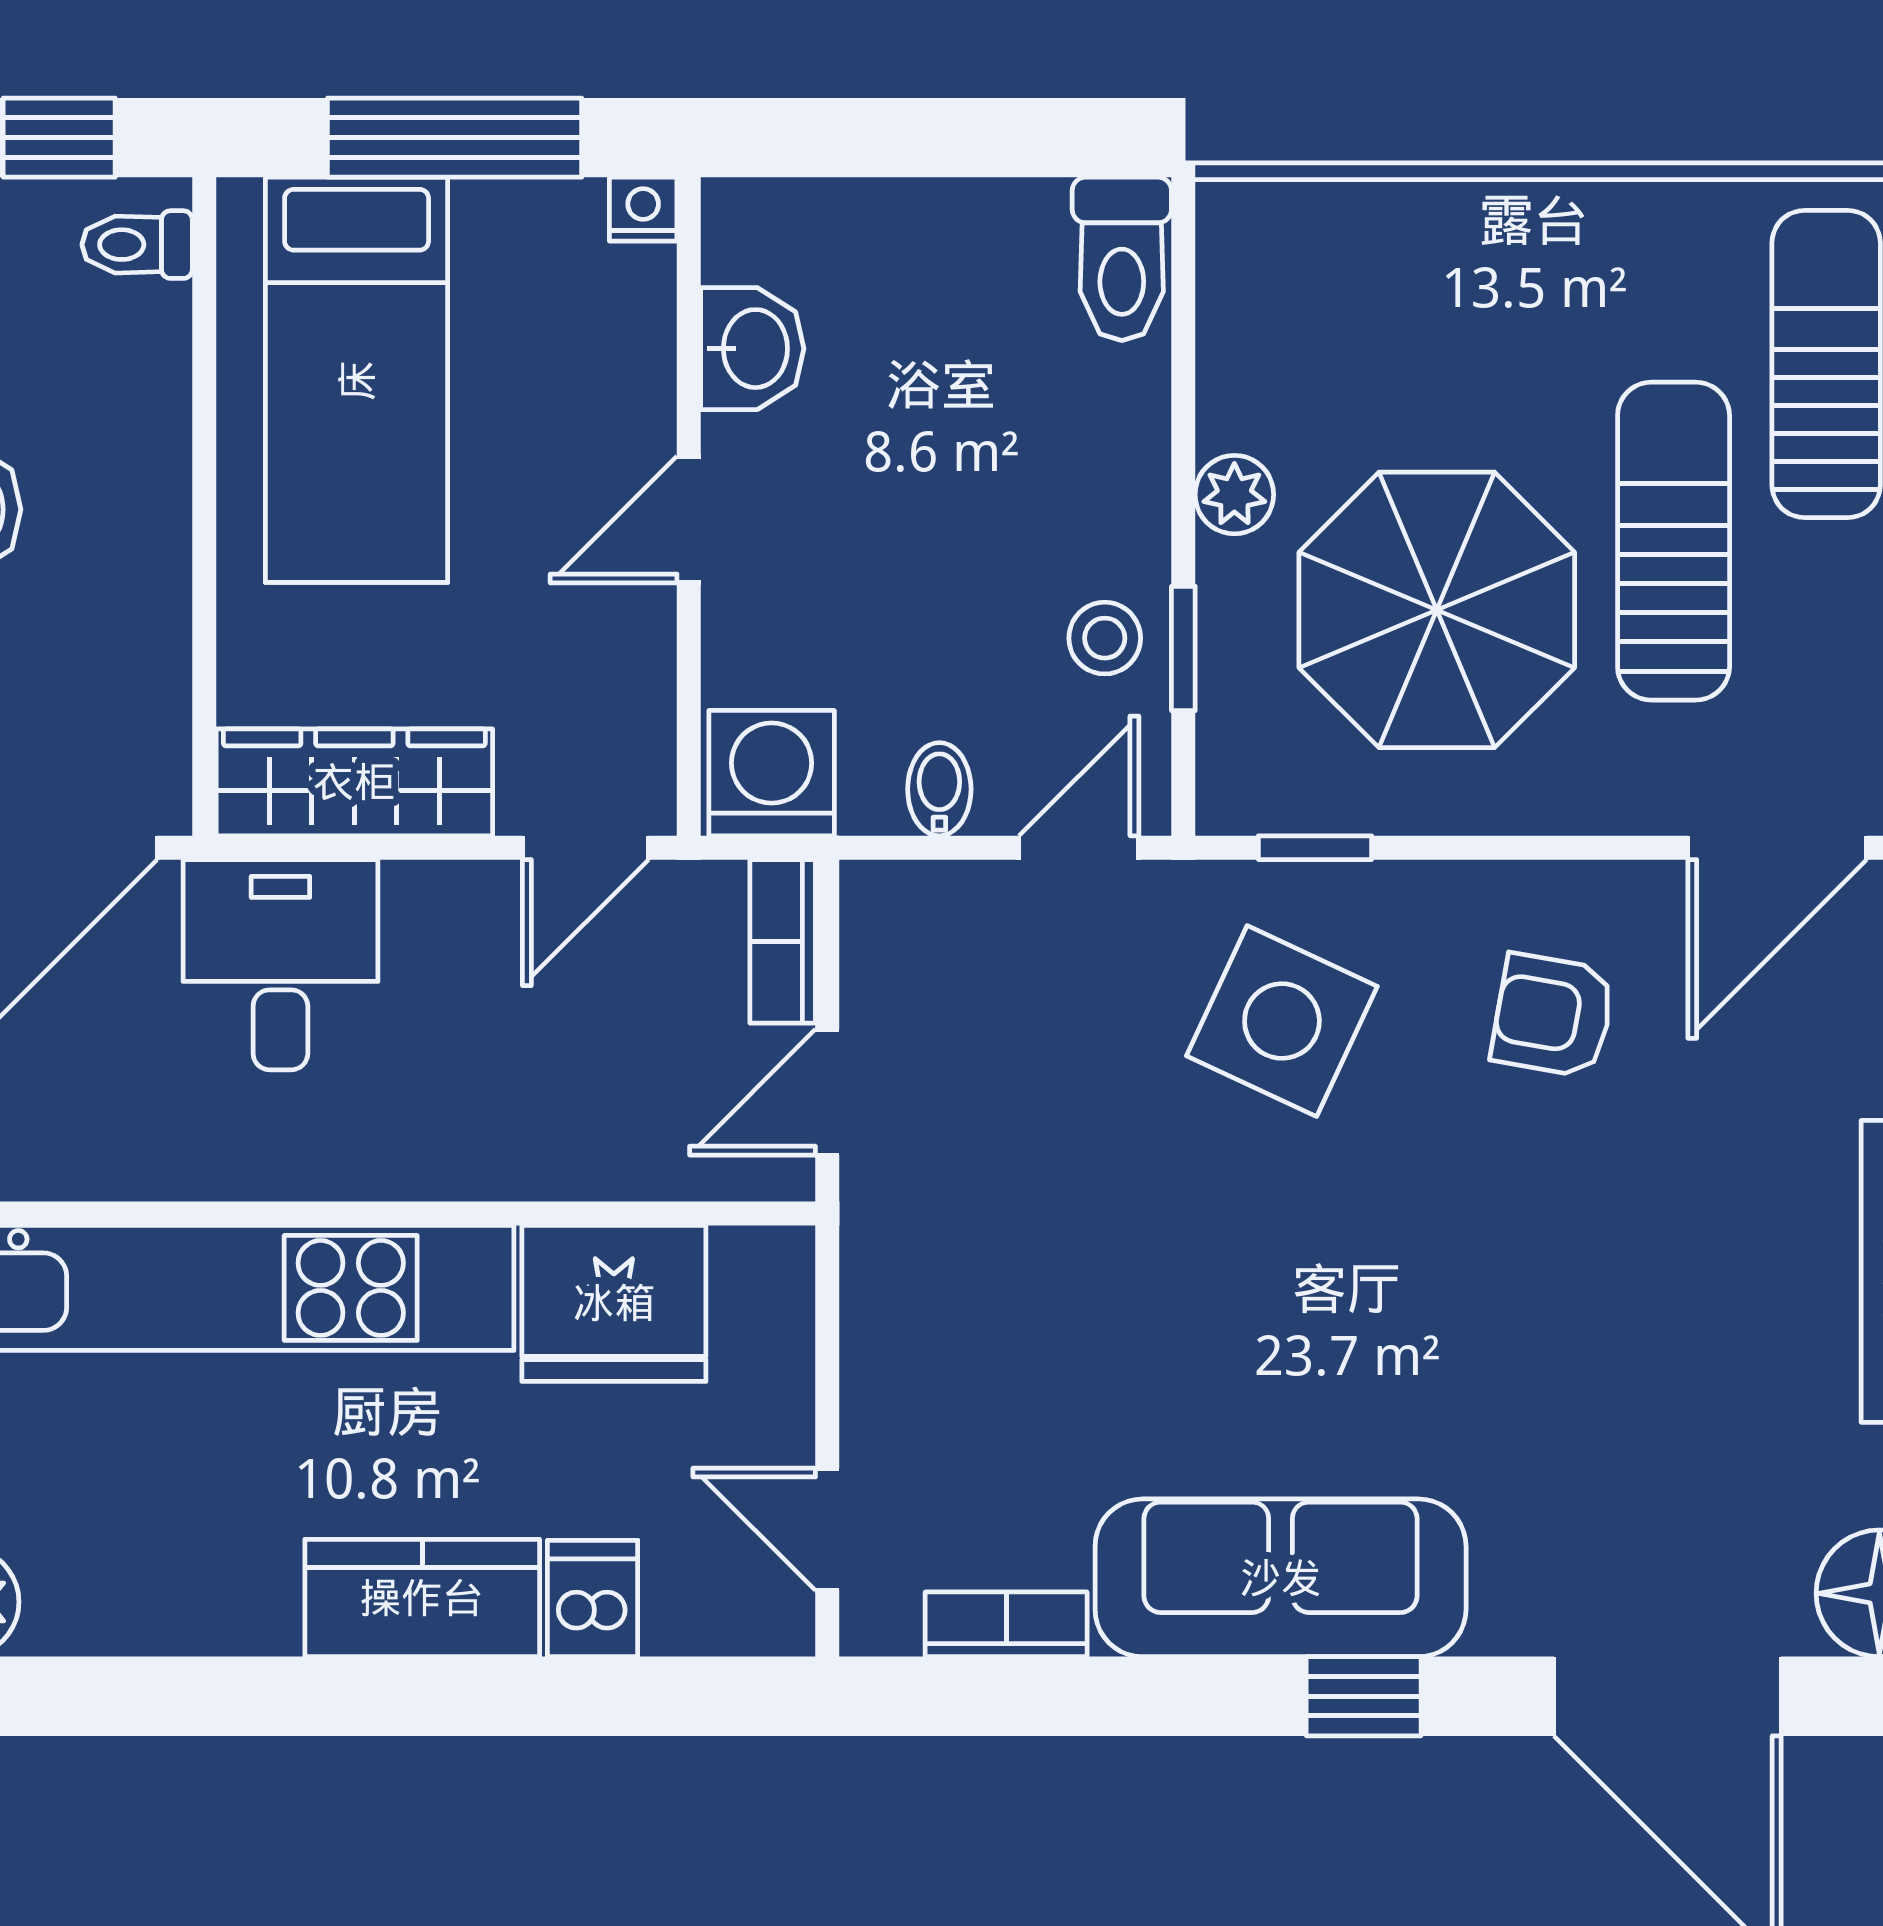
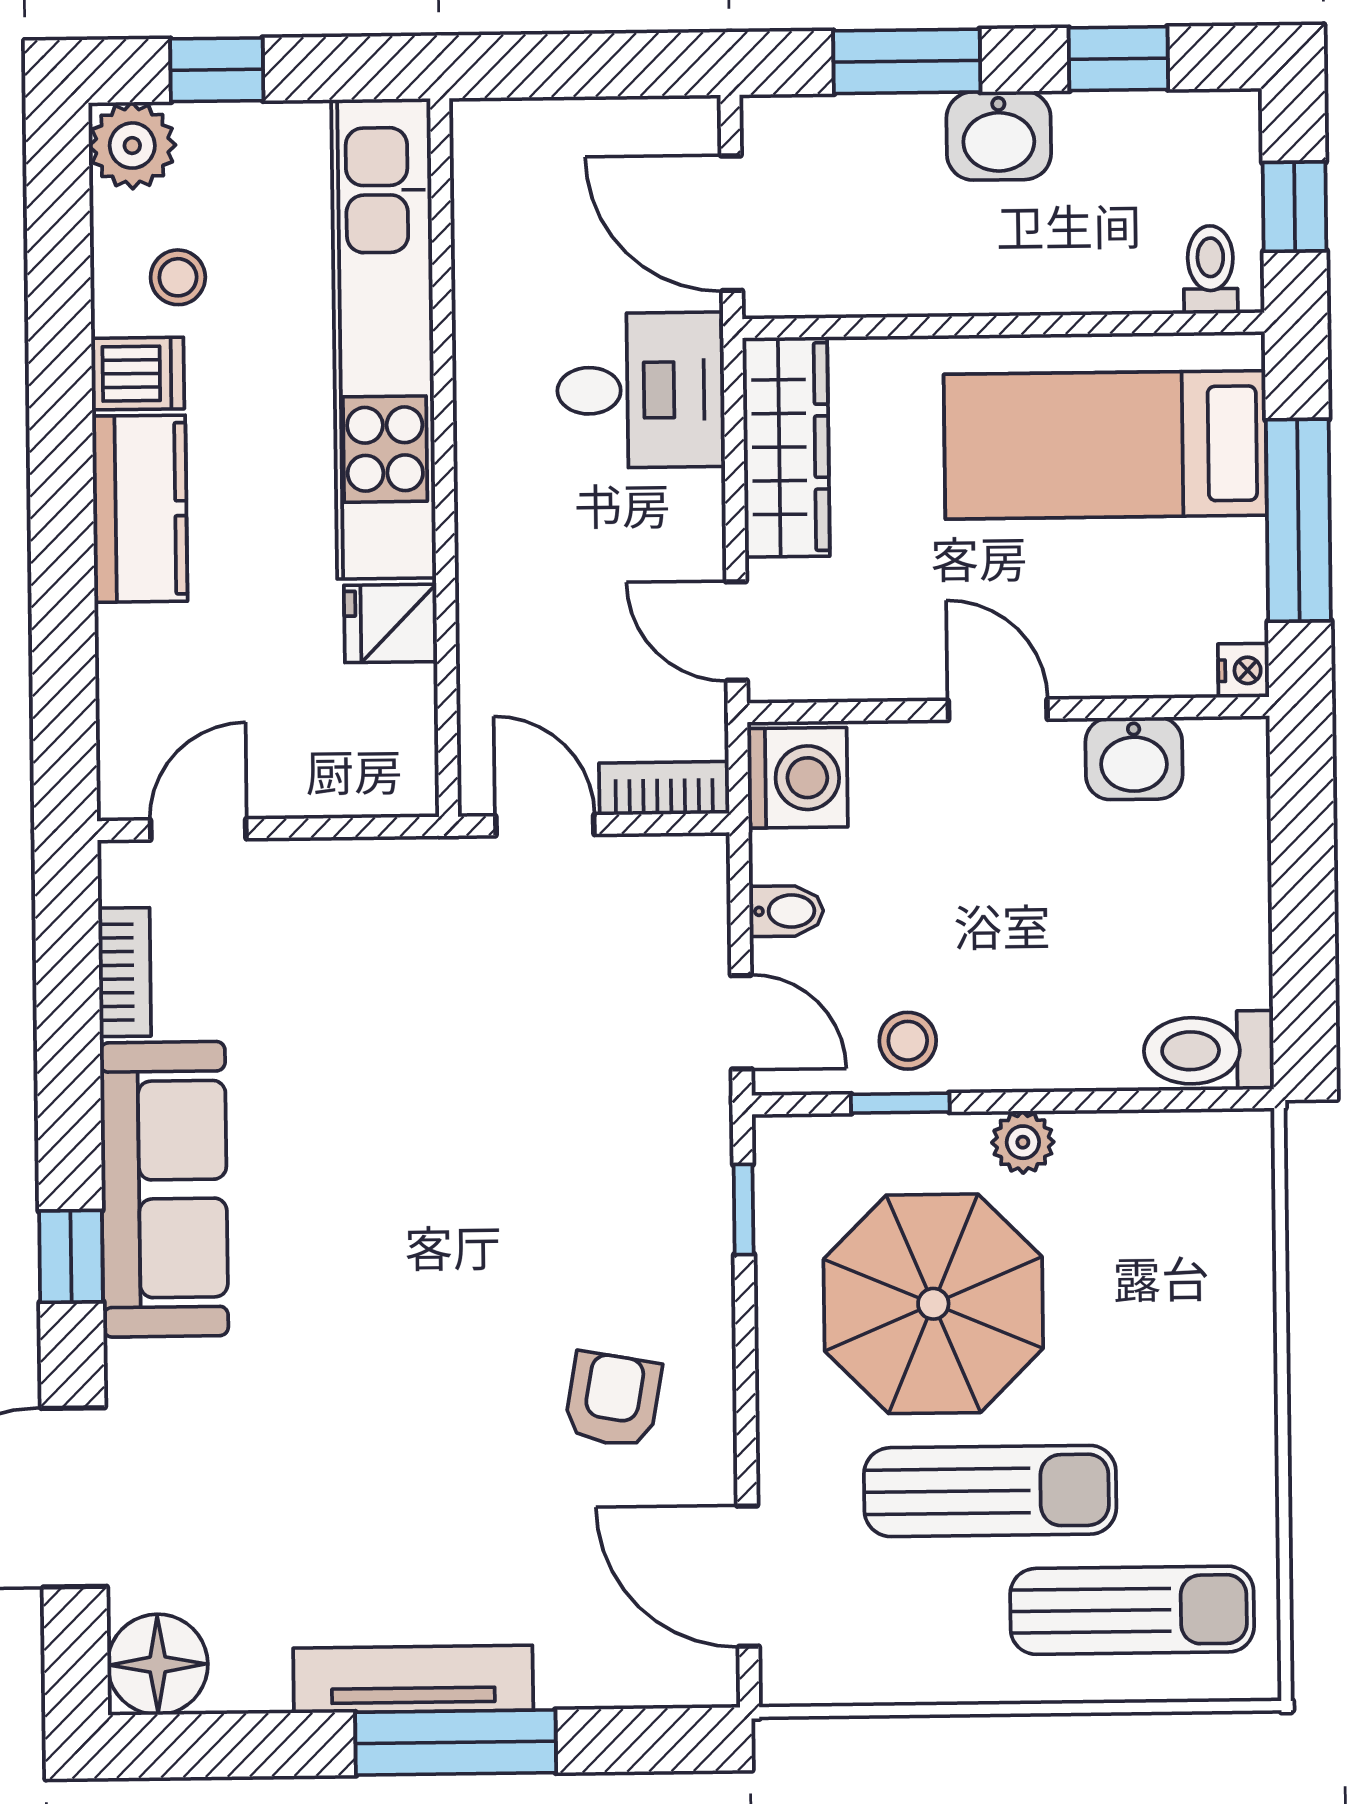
side table: (1282, 1021) -> (606, 1185), removed
fridge: (614, 1303) -> (391, 623), width x0.53, depth x0.75
stool: (131, 1546) -> (178, 277), added
dishwasher: (593, 1599) -> (138, 374), moved

